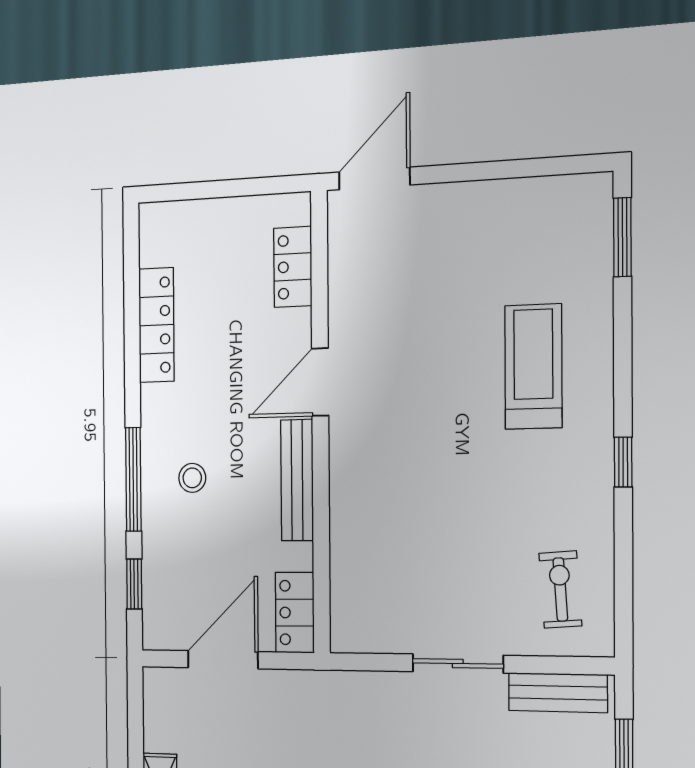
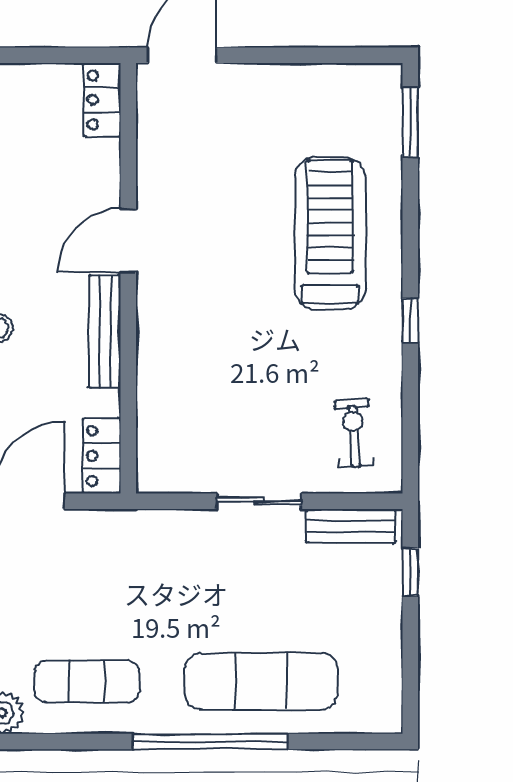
locker: (293, 267) -> (102, 100), moved
treadmill: (533, 367) -> (330, 233), width x1.37, depth x1.38

